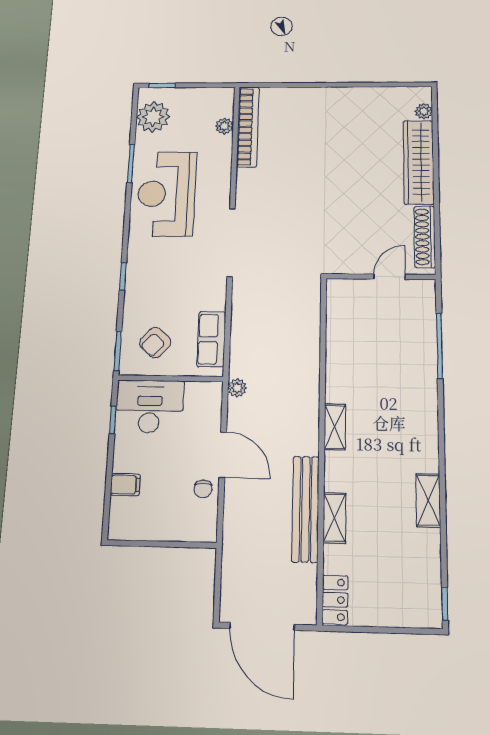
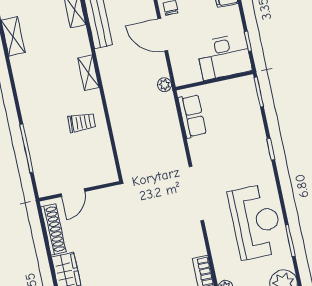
armchair: (155, 343) -> (233, 104), removed
trolley: (358, 363) -> (82, 122), added

